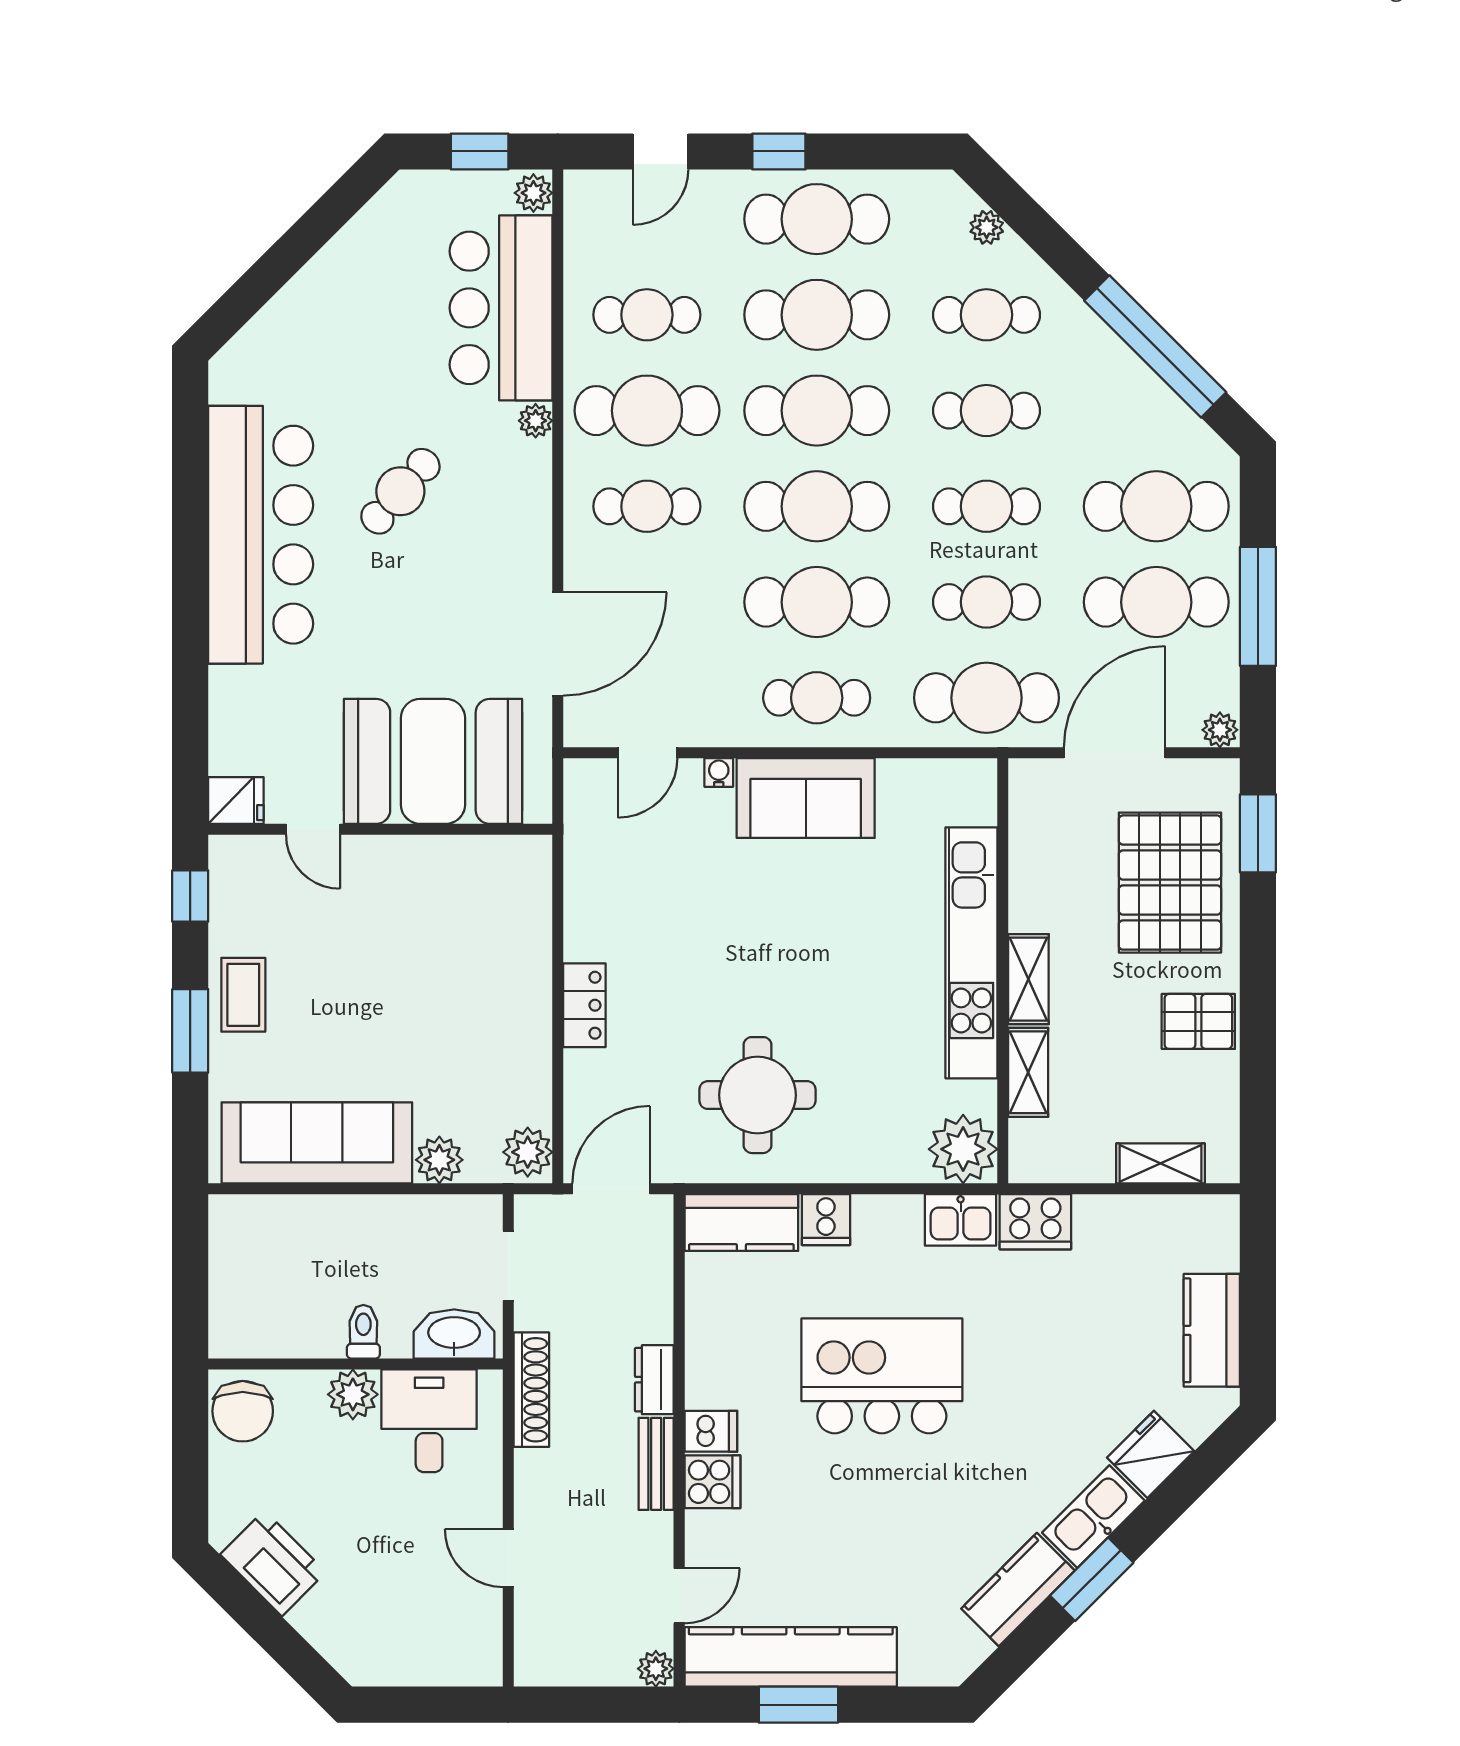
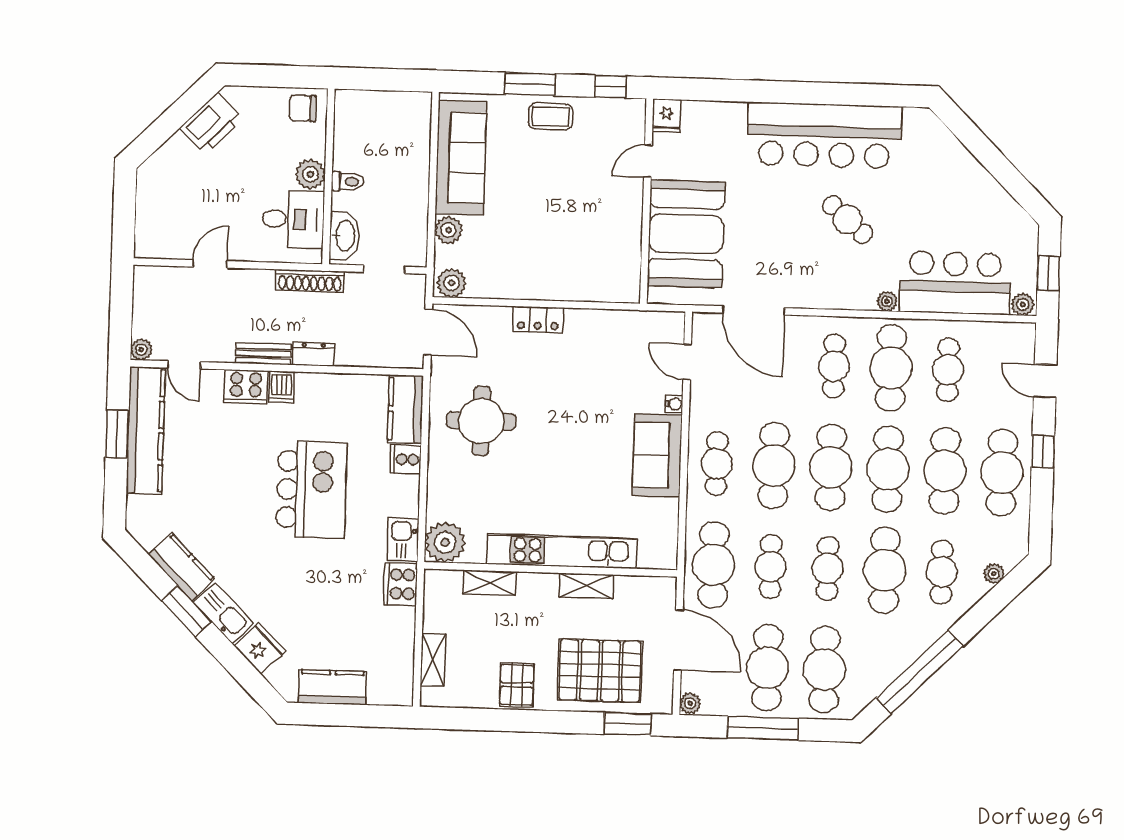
cafe table: (986, 411) -> (885, 570), width x1.37, depth x1.35
shelving: (1028, 979) -> (586, 586), moved
chair: (243, 1411) -> (302, 108), width x0.73, depth x0.73
cooker: (712, 1482) -> (246, 387), width x1.36

